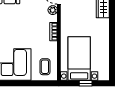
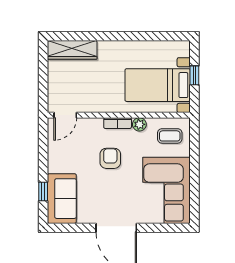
plant: (53, 10) -> (139, 124), moved
armchair: (30, 27) -> (110, 158), added

